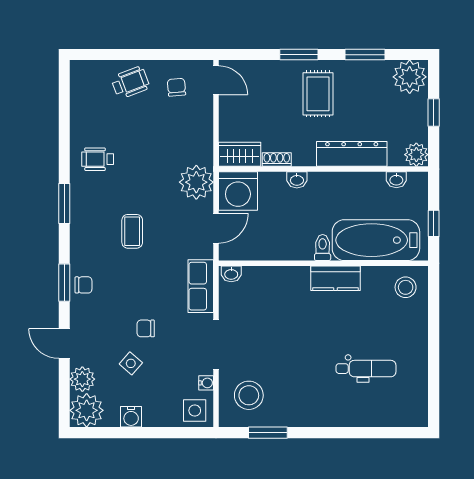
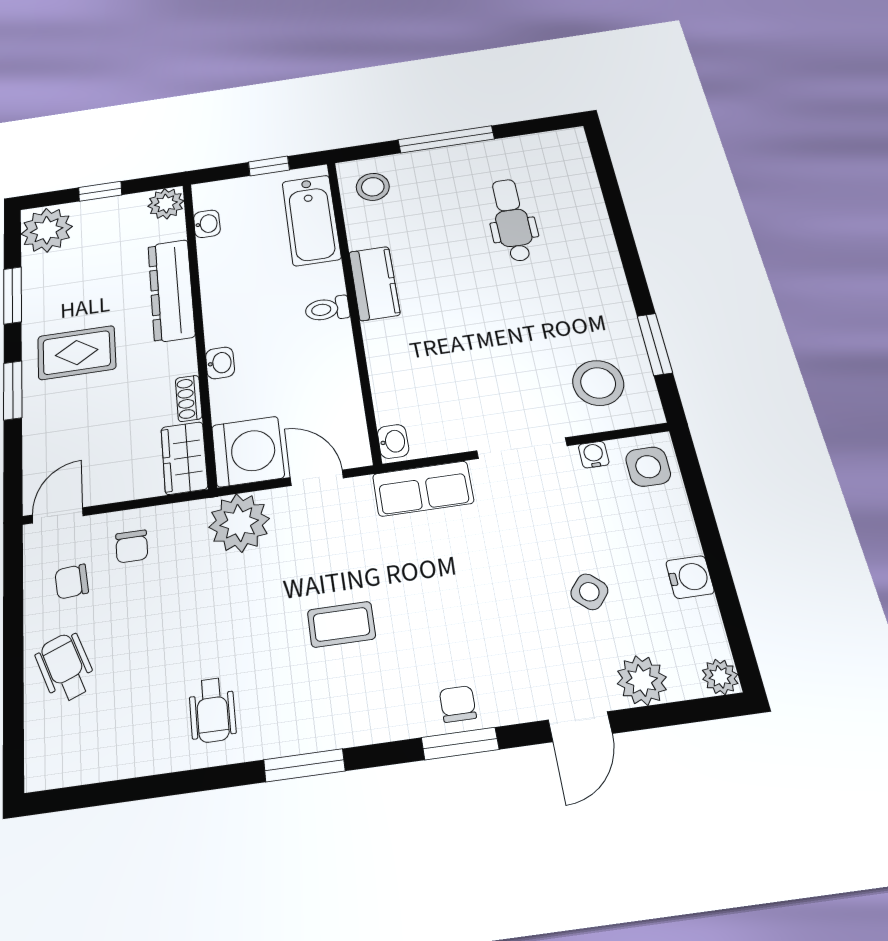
bathtub: (376, 240) -> (311, 220), width x0.73, depth x0.73
chair: (146, 328) -> (132, 546), moved
window: (434, 339) -> (446, 139), added
plant: (87, 410) -> (720, 677), width x0.53, depth x0.53

